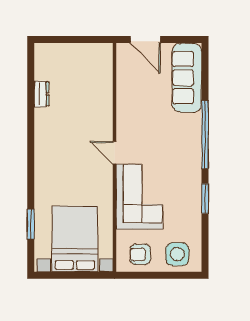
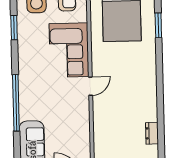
door: (114, 153) -> (90, 86), hinge flipped
window: (205, 199) -> (14, 28), moved

